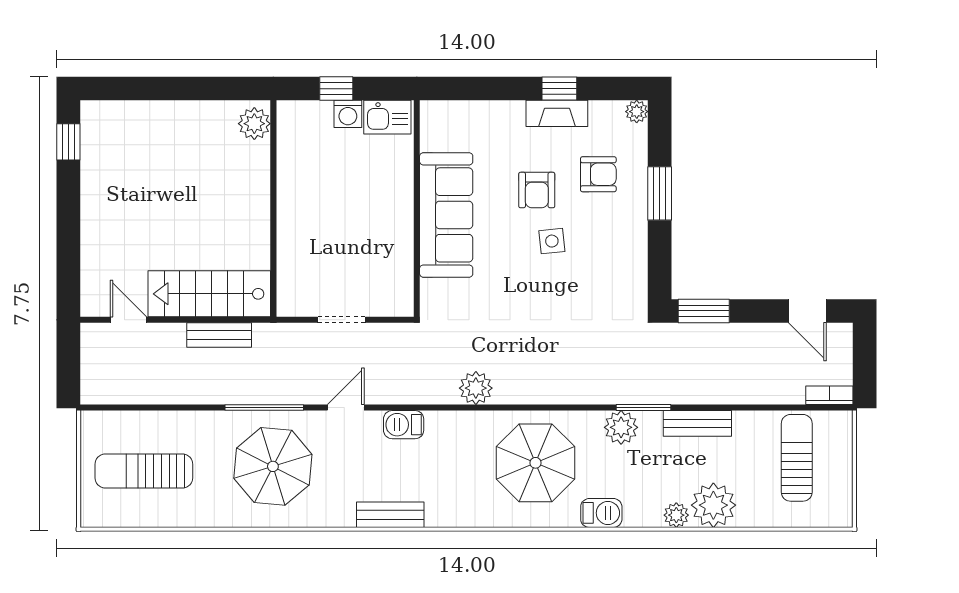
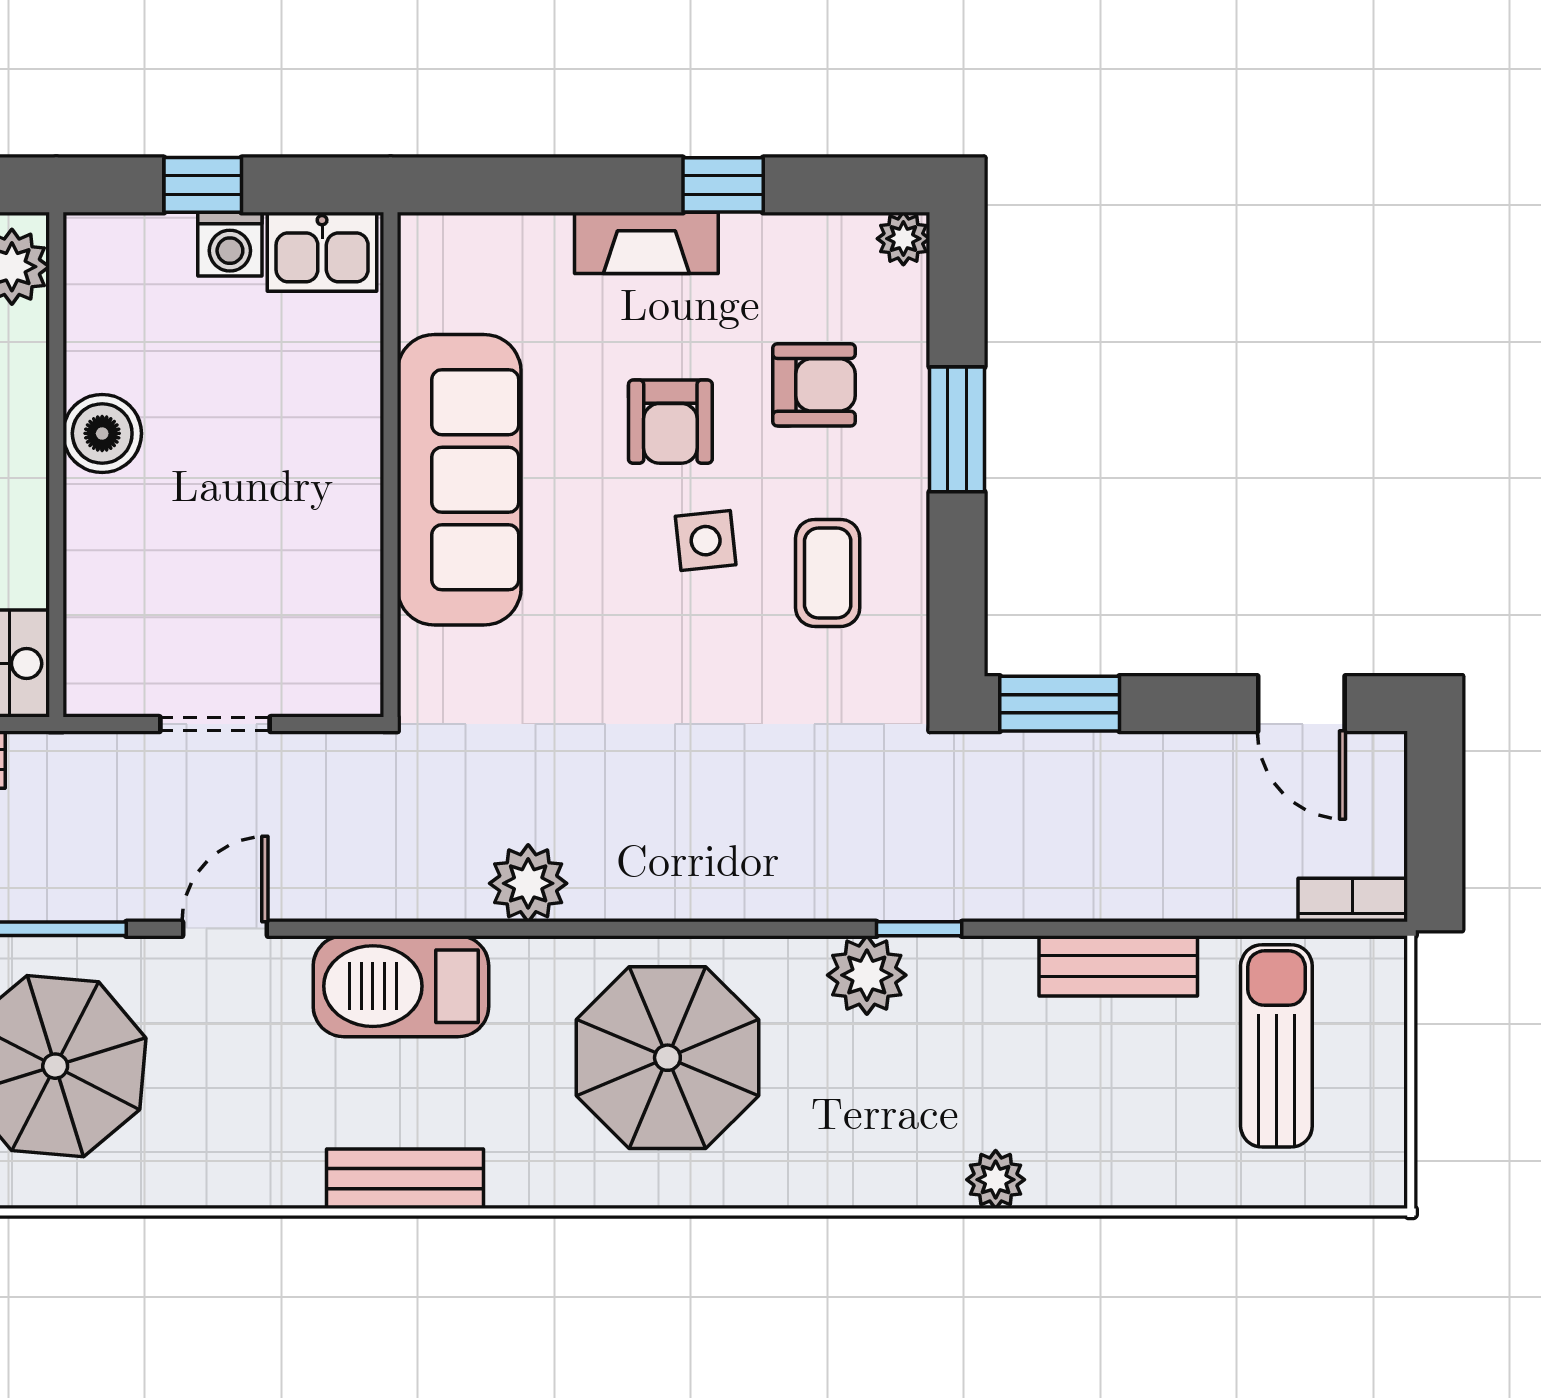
fireplace: (557, 113) -> (646, 243), moved
boiler: (293, 195) -> (102, 433), added
coffee table: (604, 255) -> (828, 573), added
window: (643, 408) -> (919, 929), width x0.67
bench: (697, 423) -> (1118, 966), moved
barbecue: (404, 425) -> (401, 986), width x1.88, depth x1.53
plant: (713, 505) -> (1082, 1157), removed
barbecue: (601, 513) -> (821, 1175), removed
bench: (390, 515) -> (405, 1179), moved

